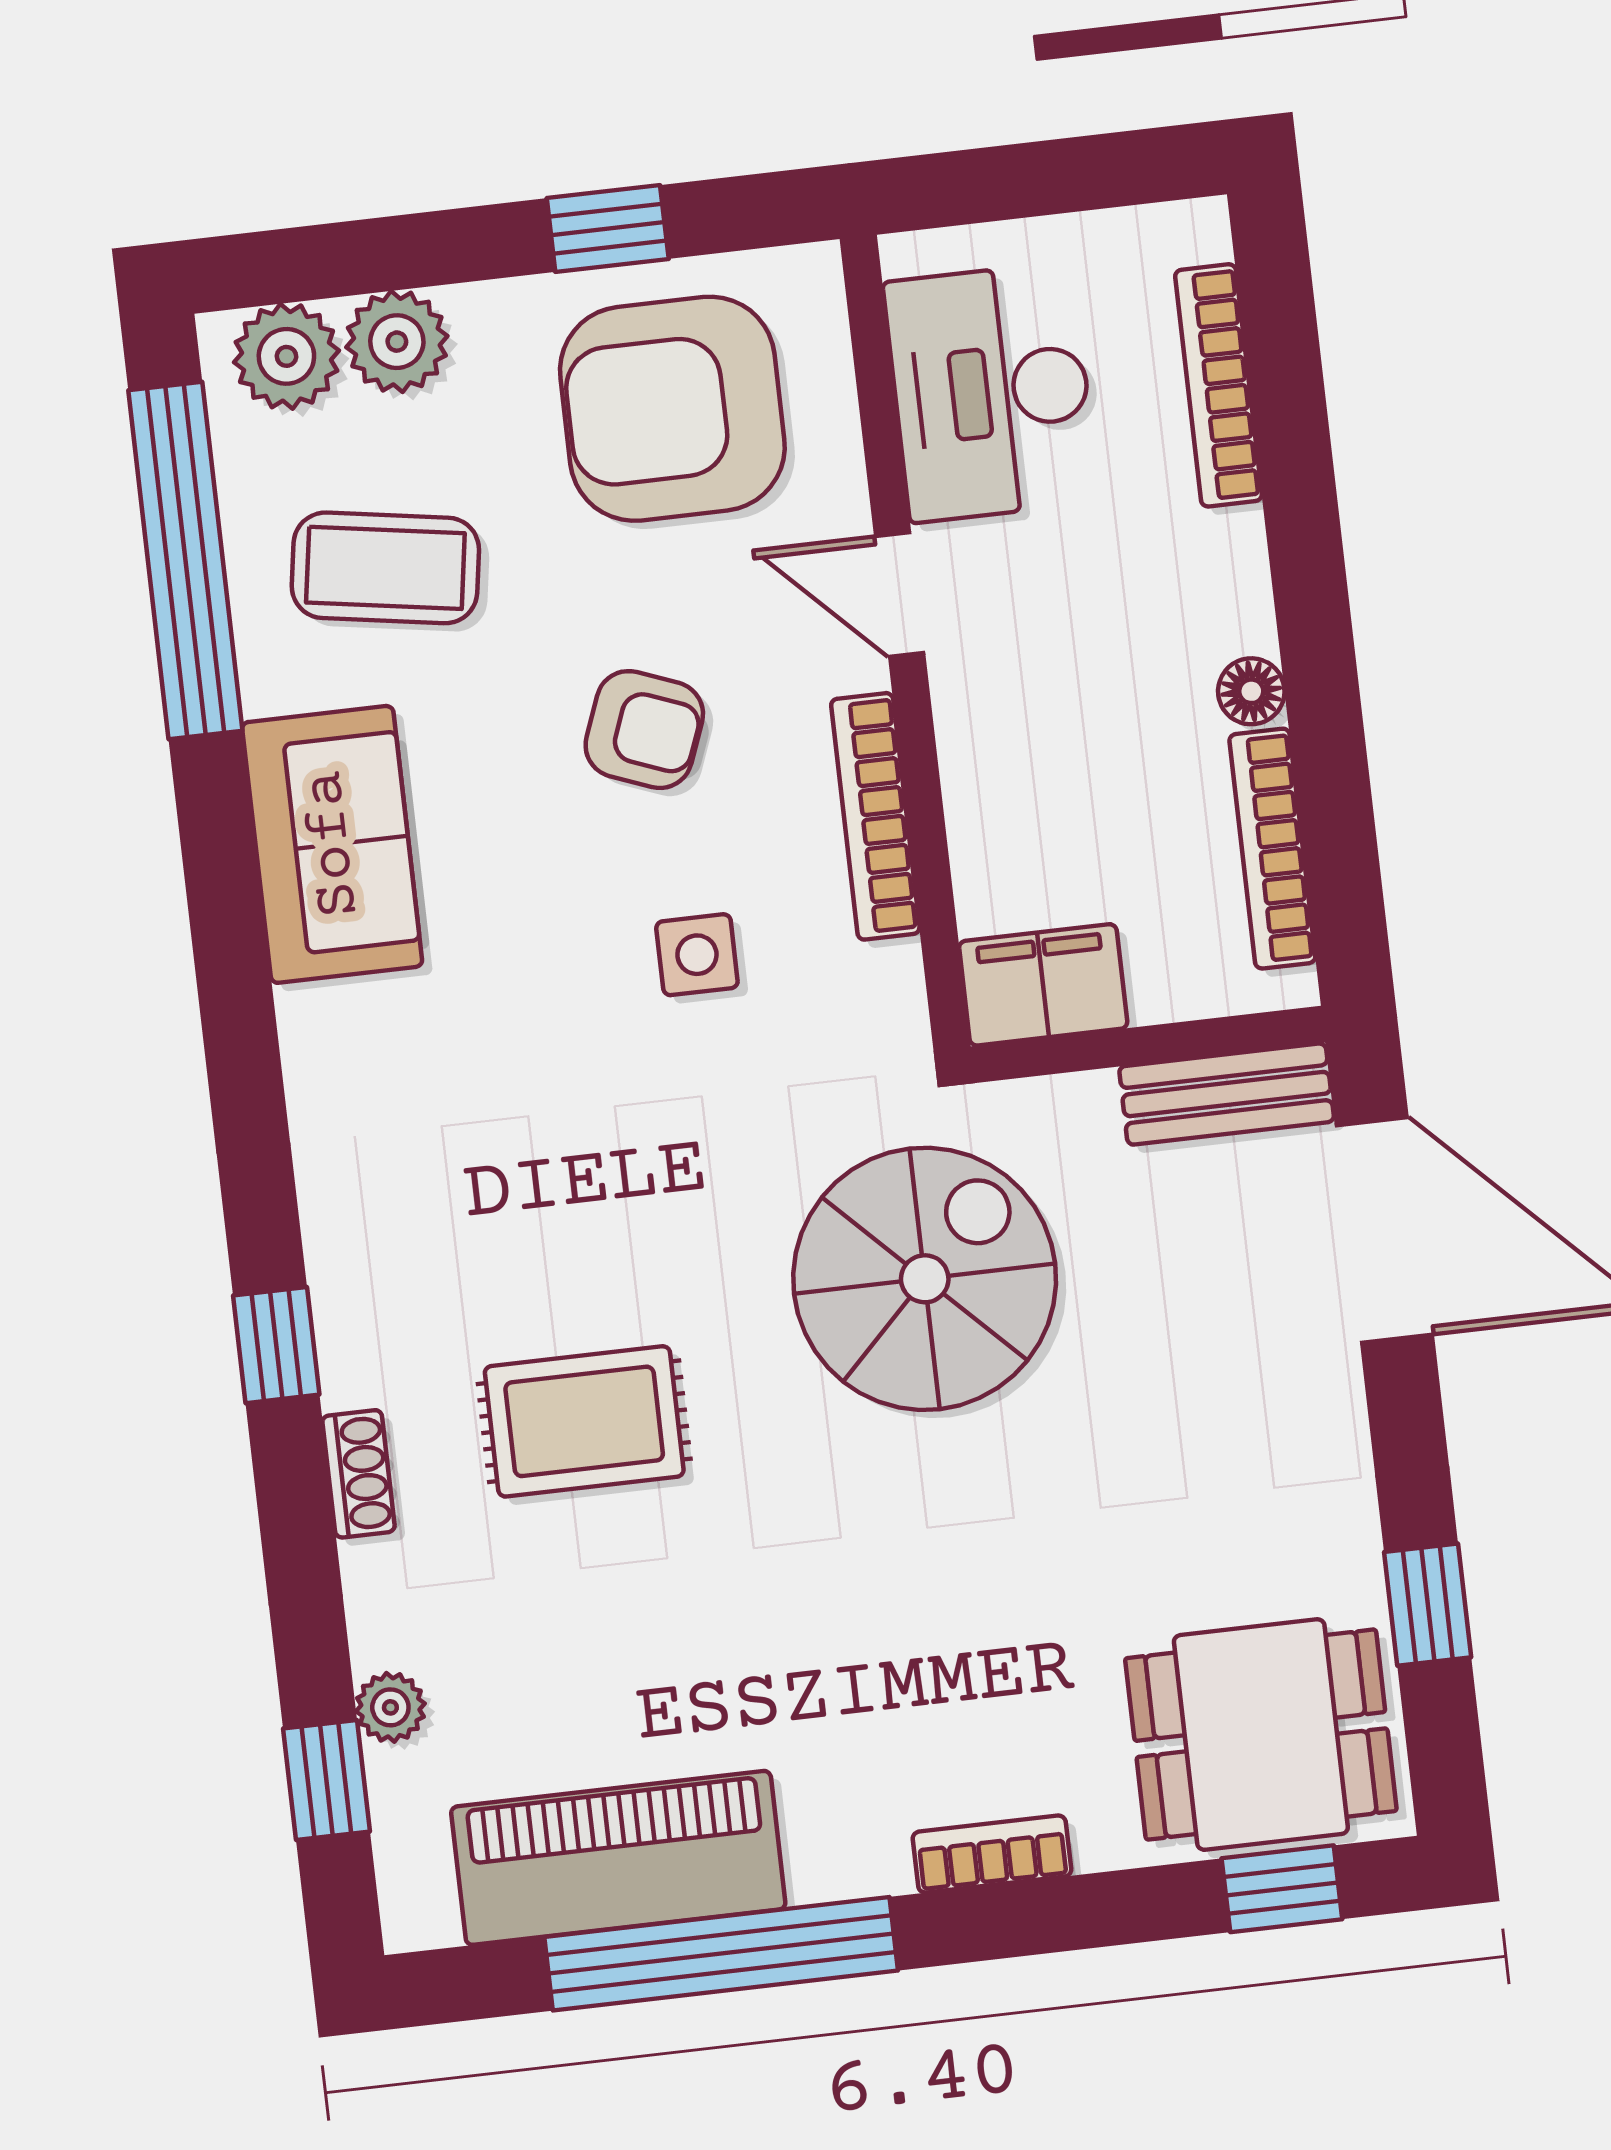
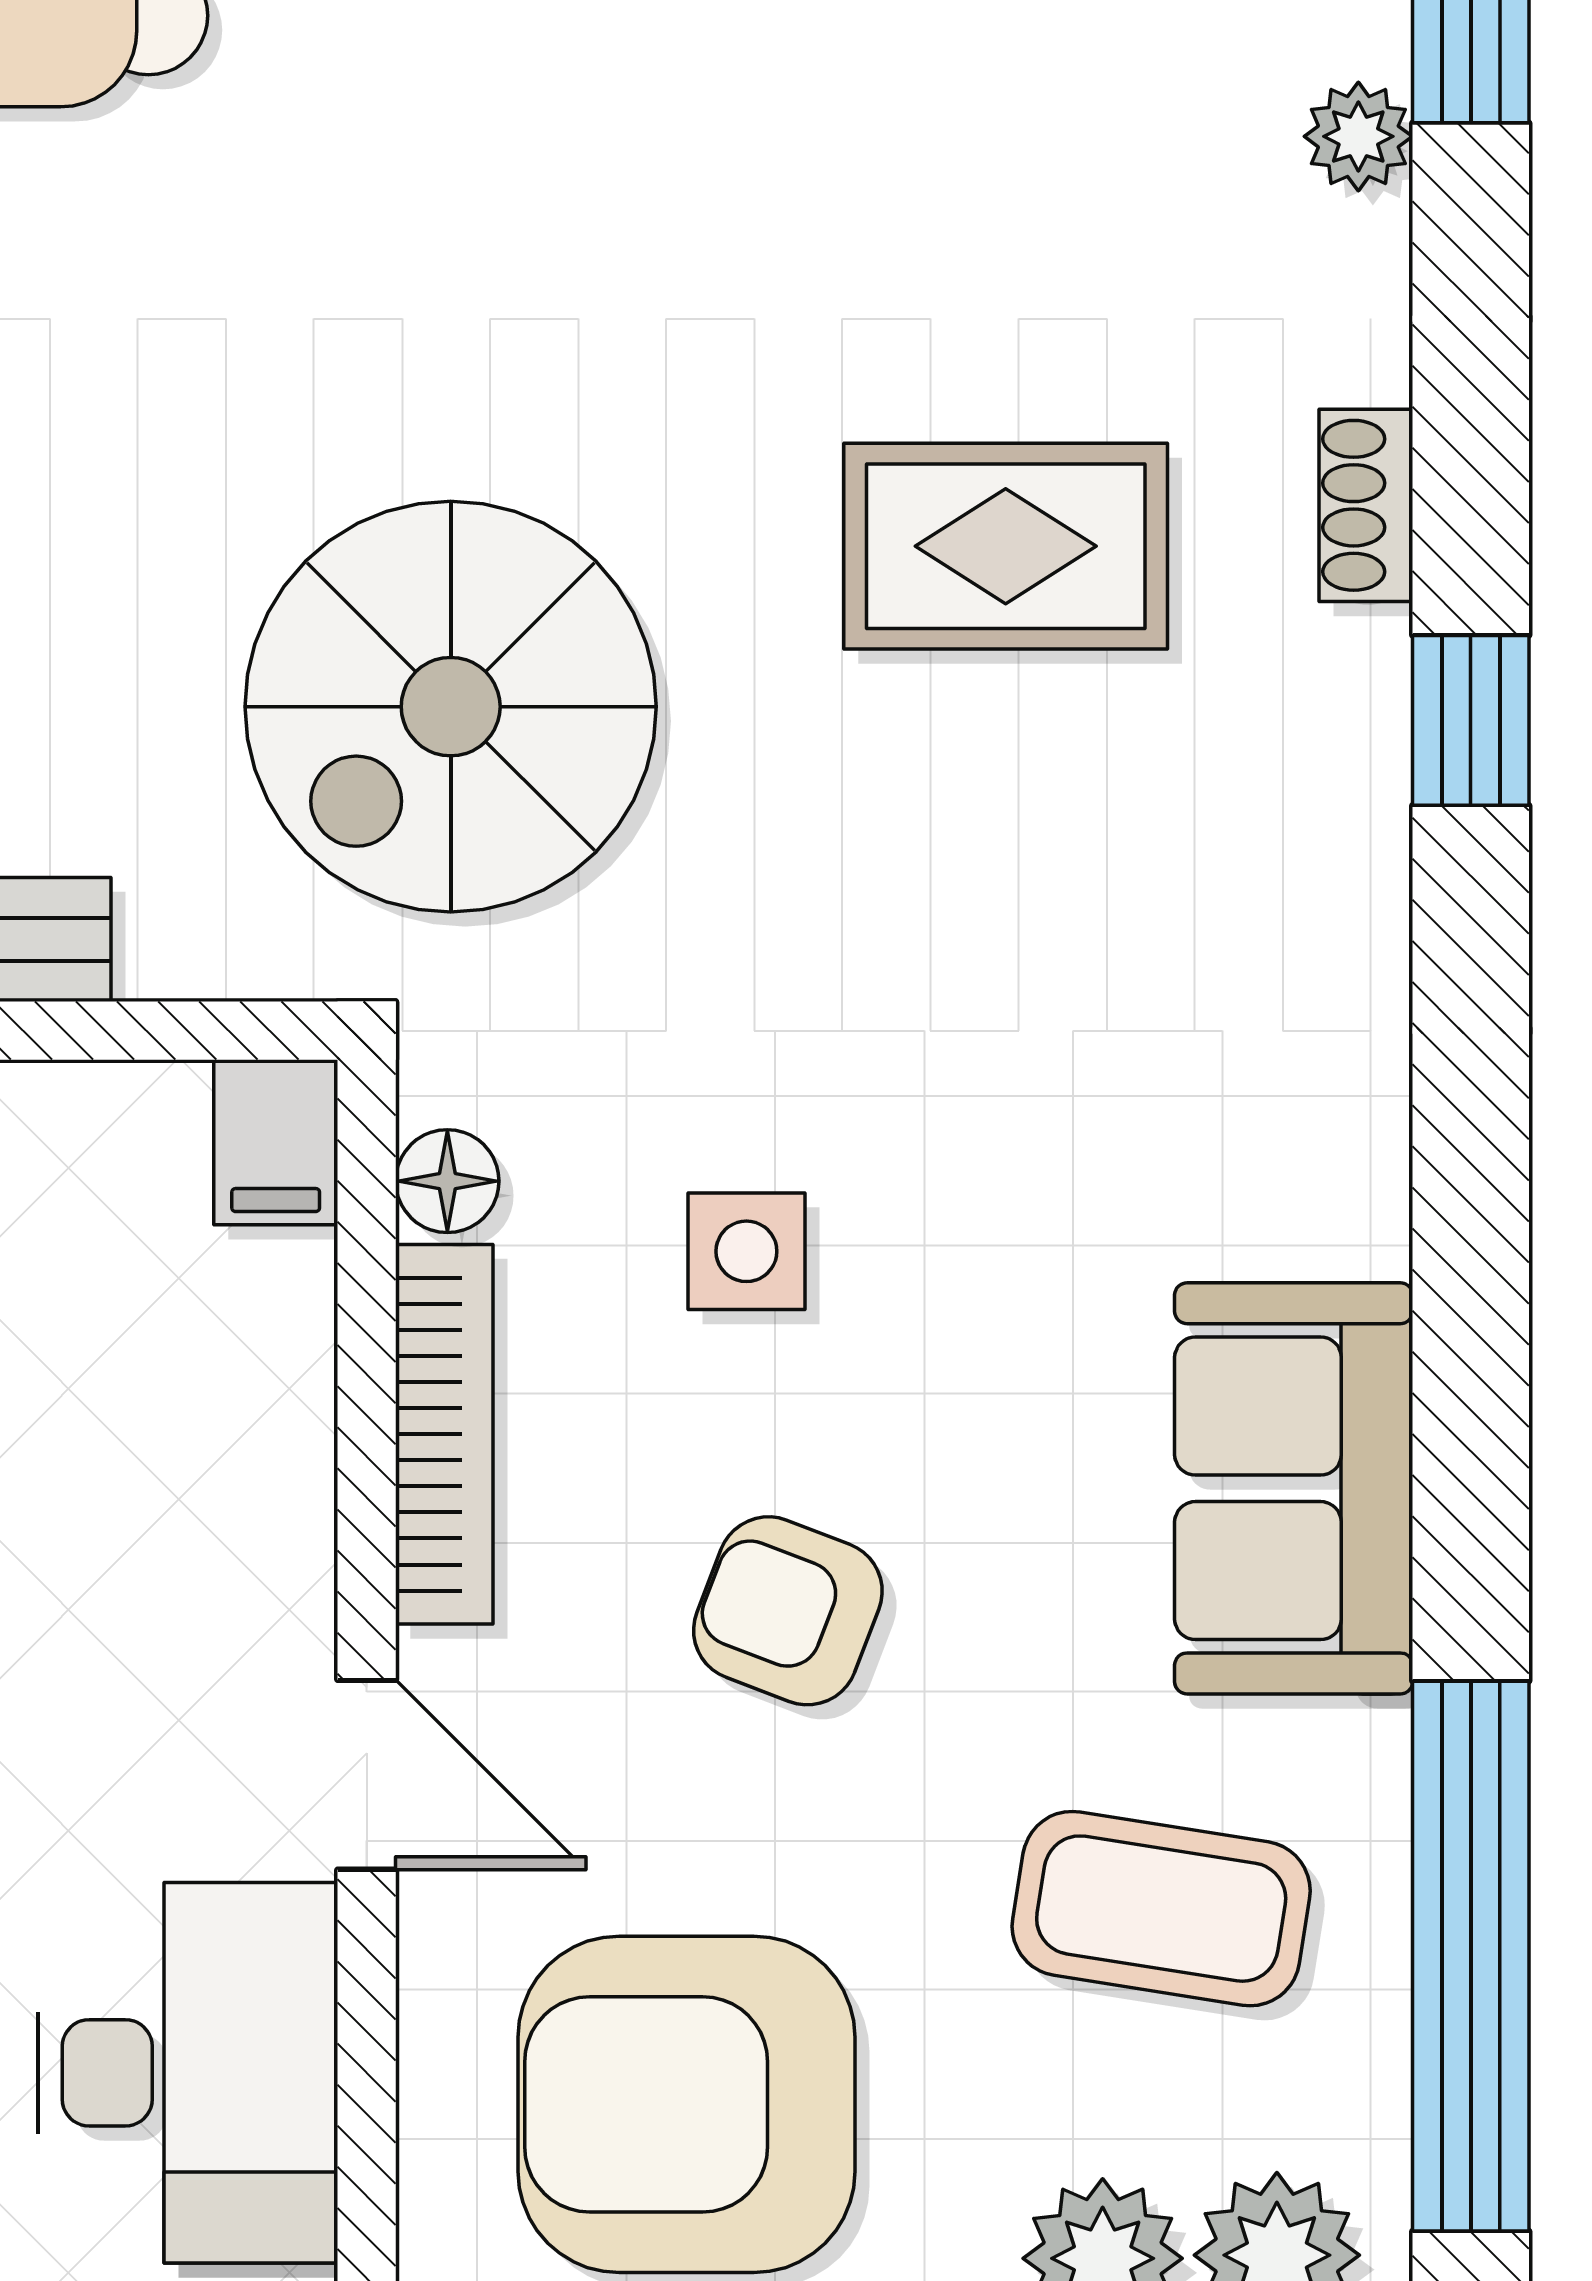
armchair: (672, 409) -> (687, 2104), turned 180
floor lamp: (892, 977) -> (447, 1181), added
filing cabinet: (1043, 985) -> (276, 1142), width x0.50

